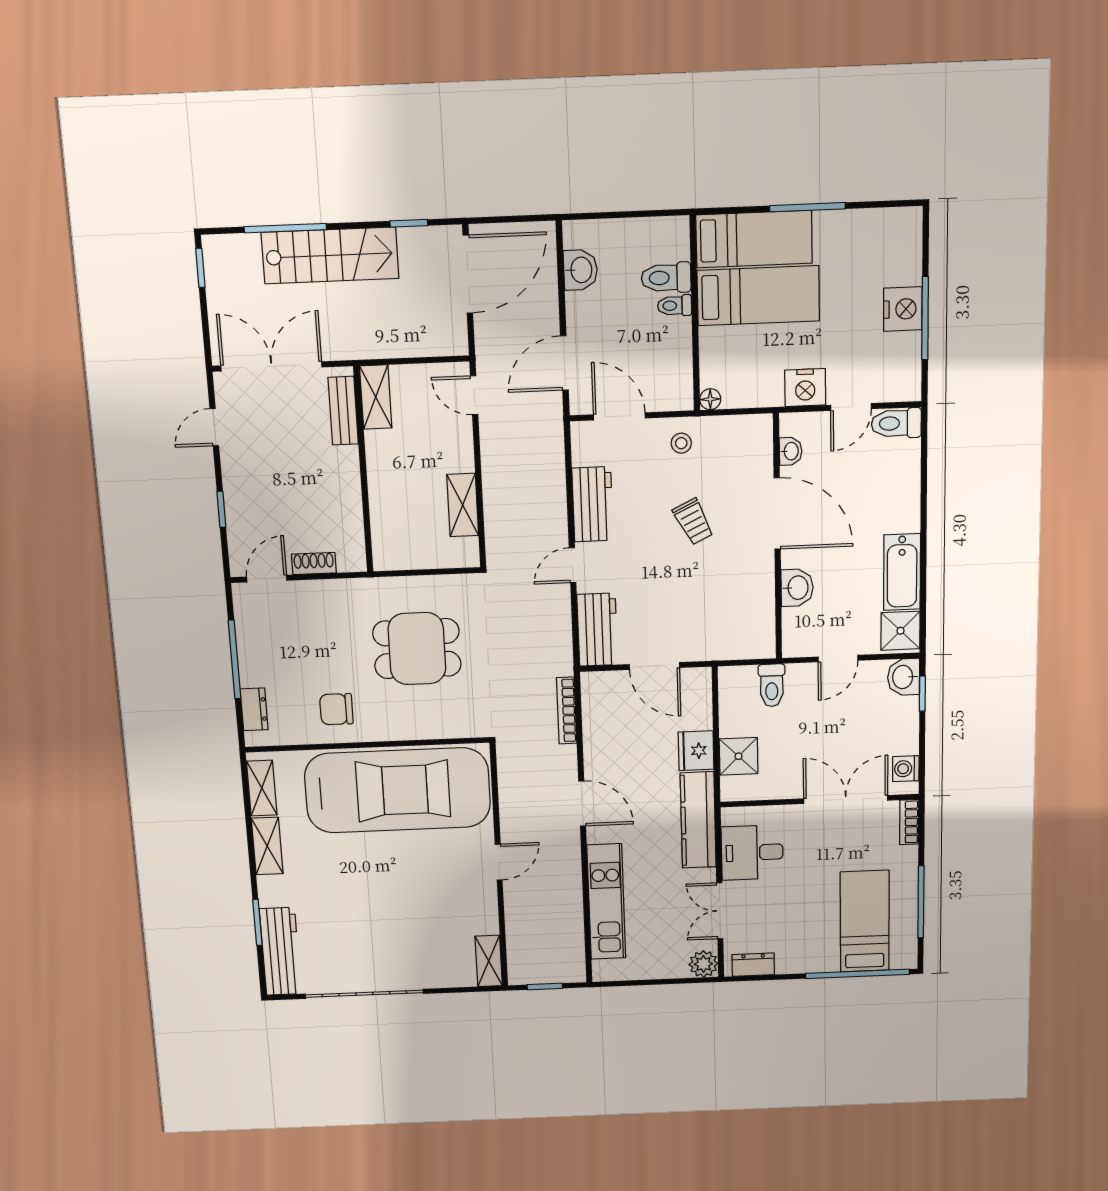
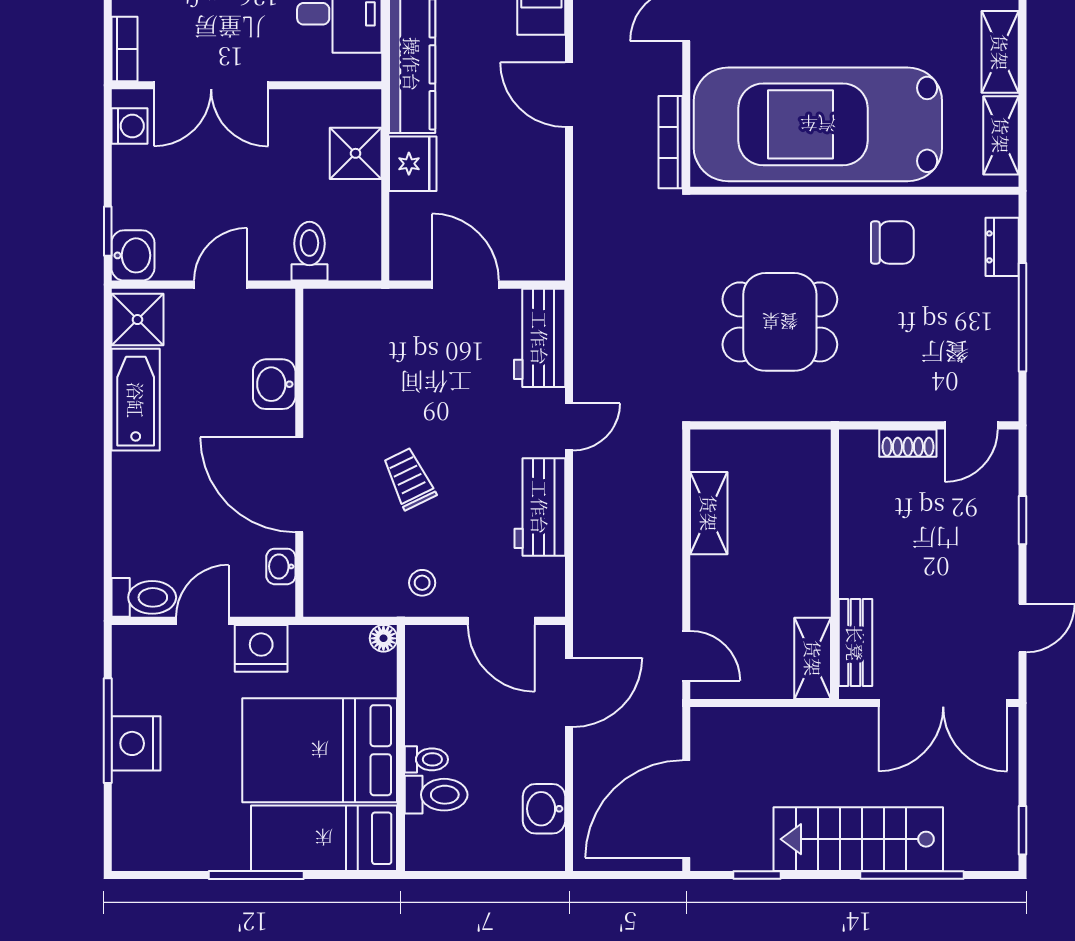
bed: (758, 296) -> (320, 750), width x1.50
bookcase: (567, 711) -> (671, 142), moved, turned 180

